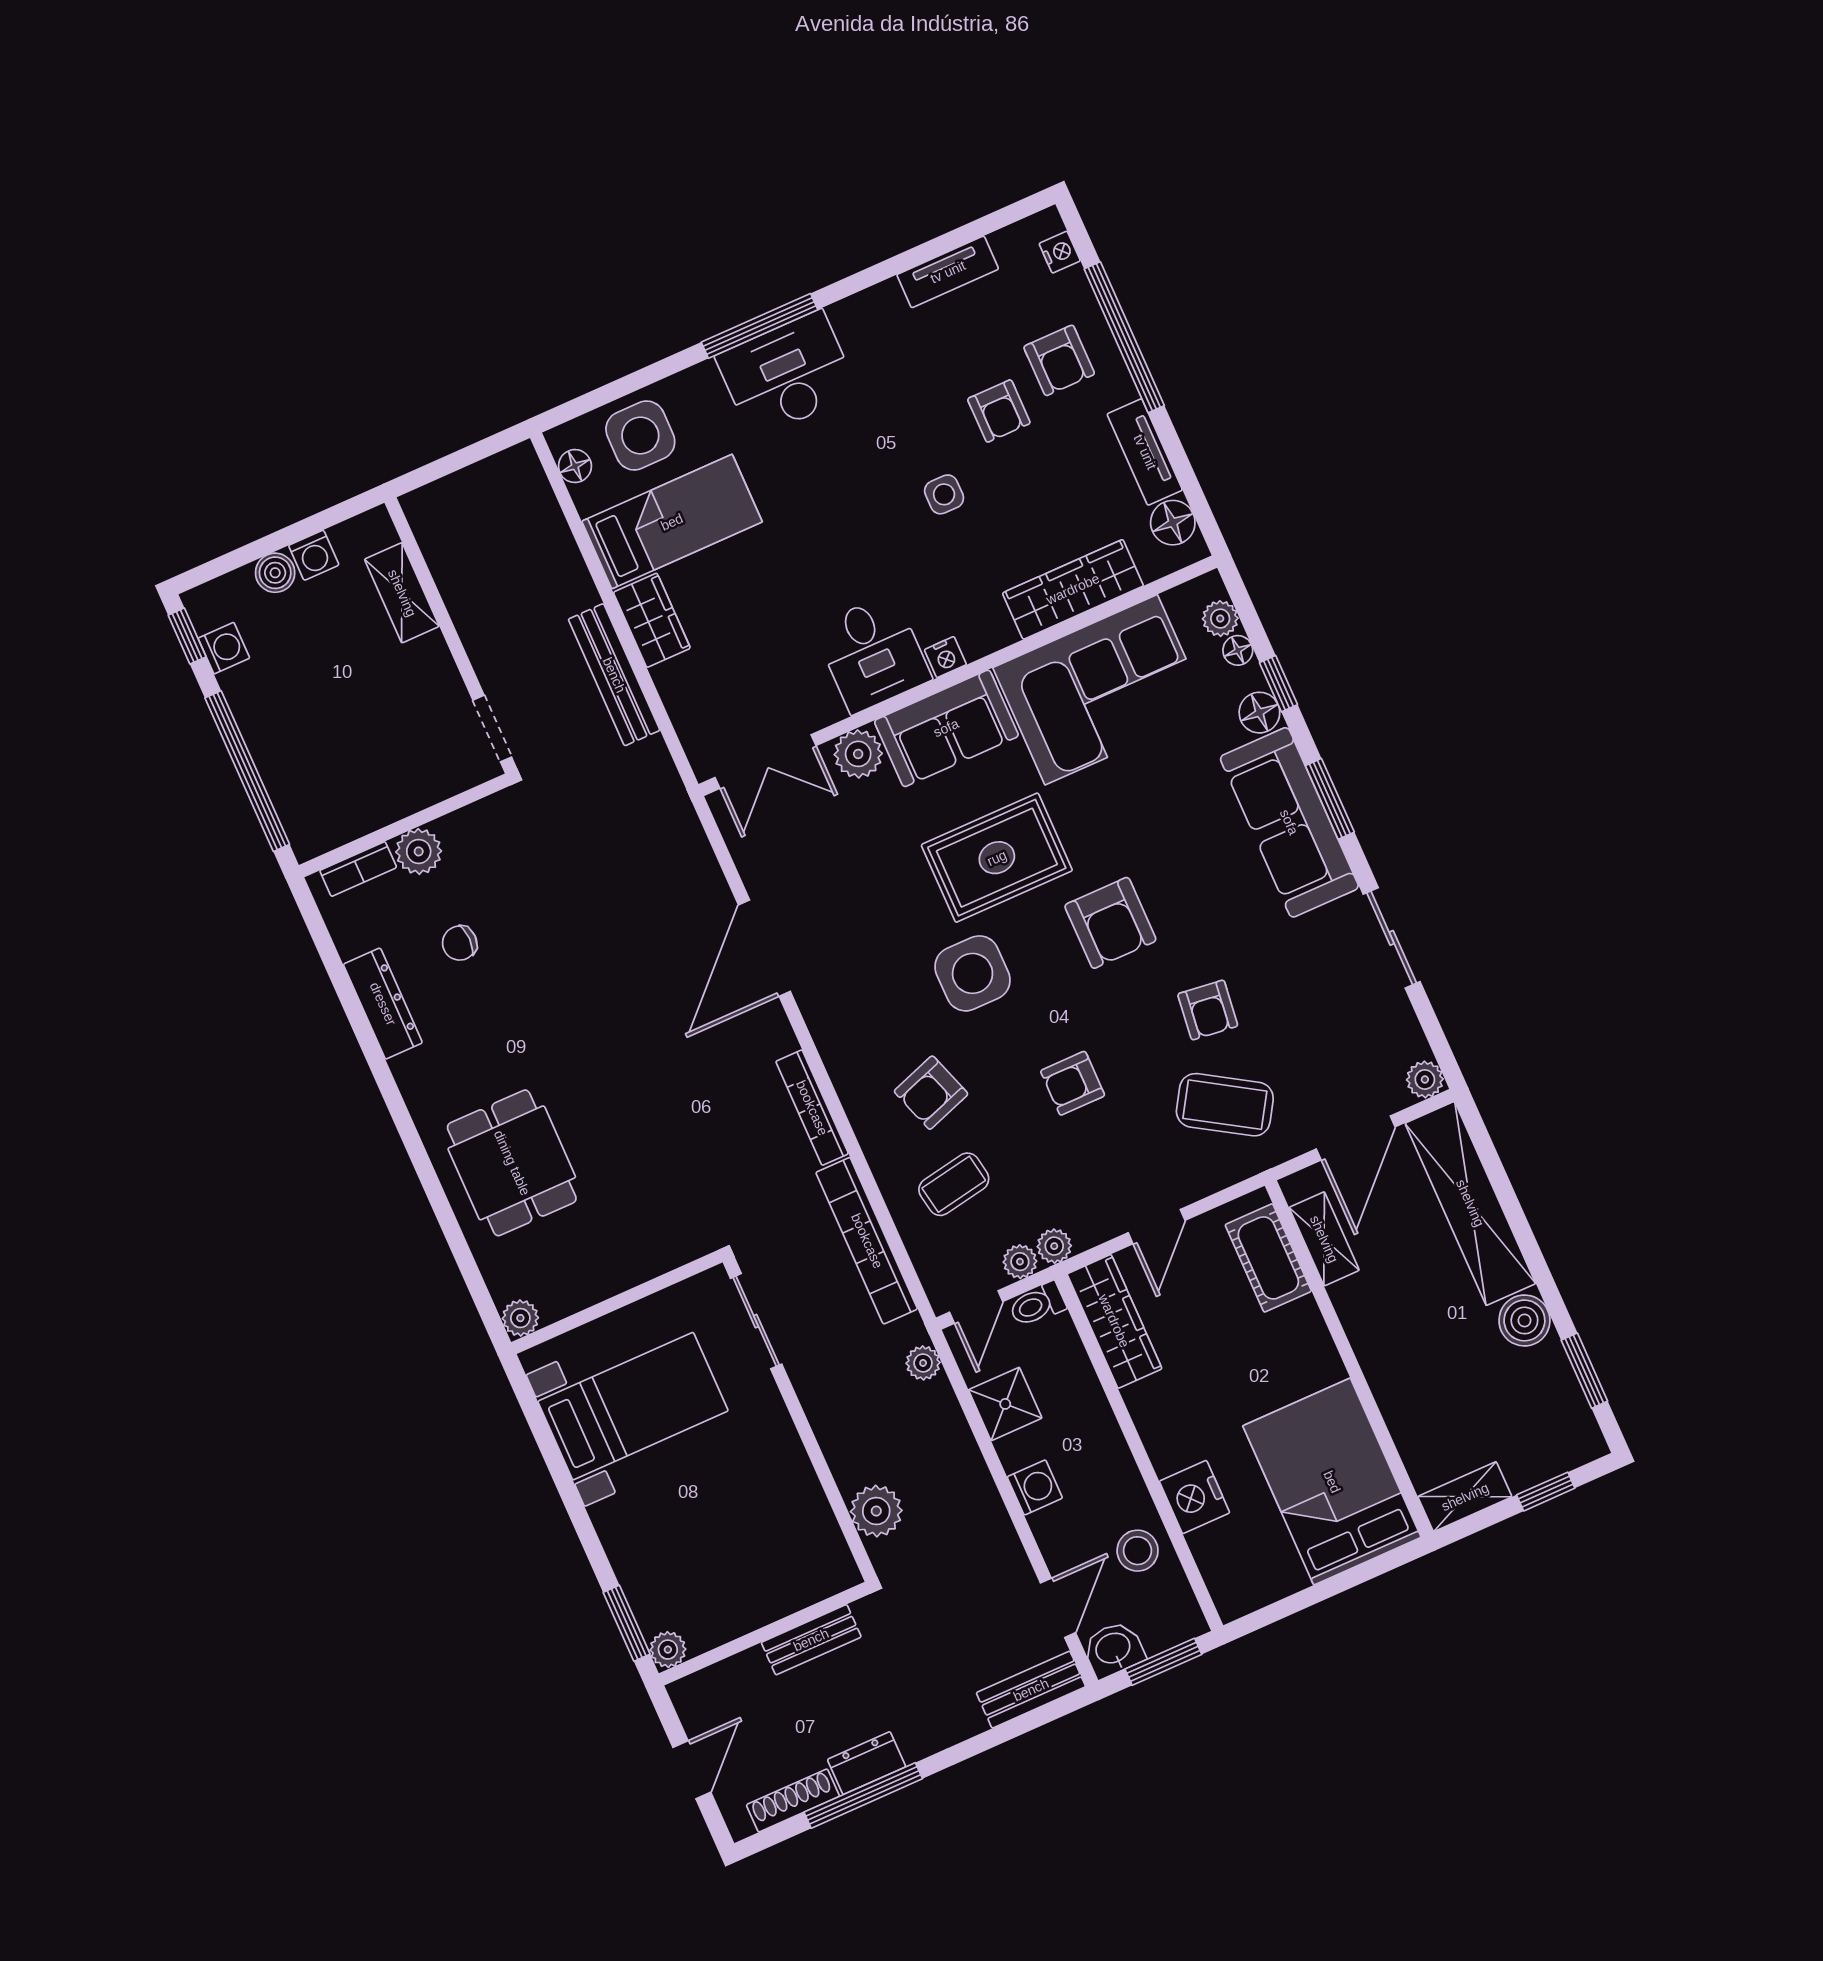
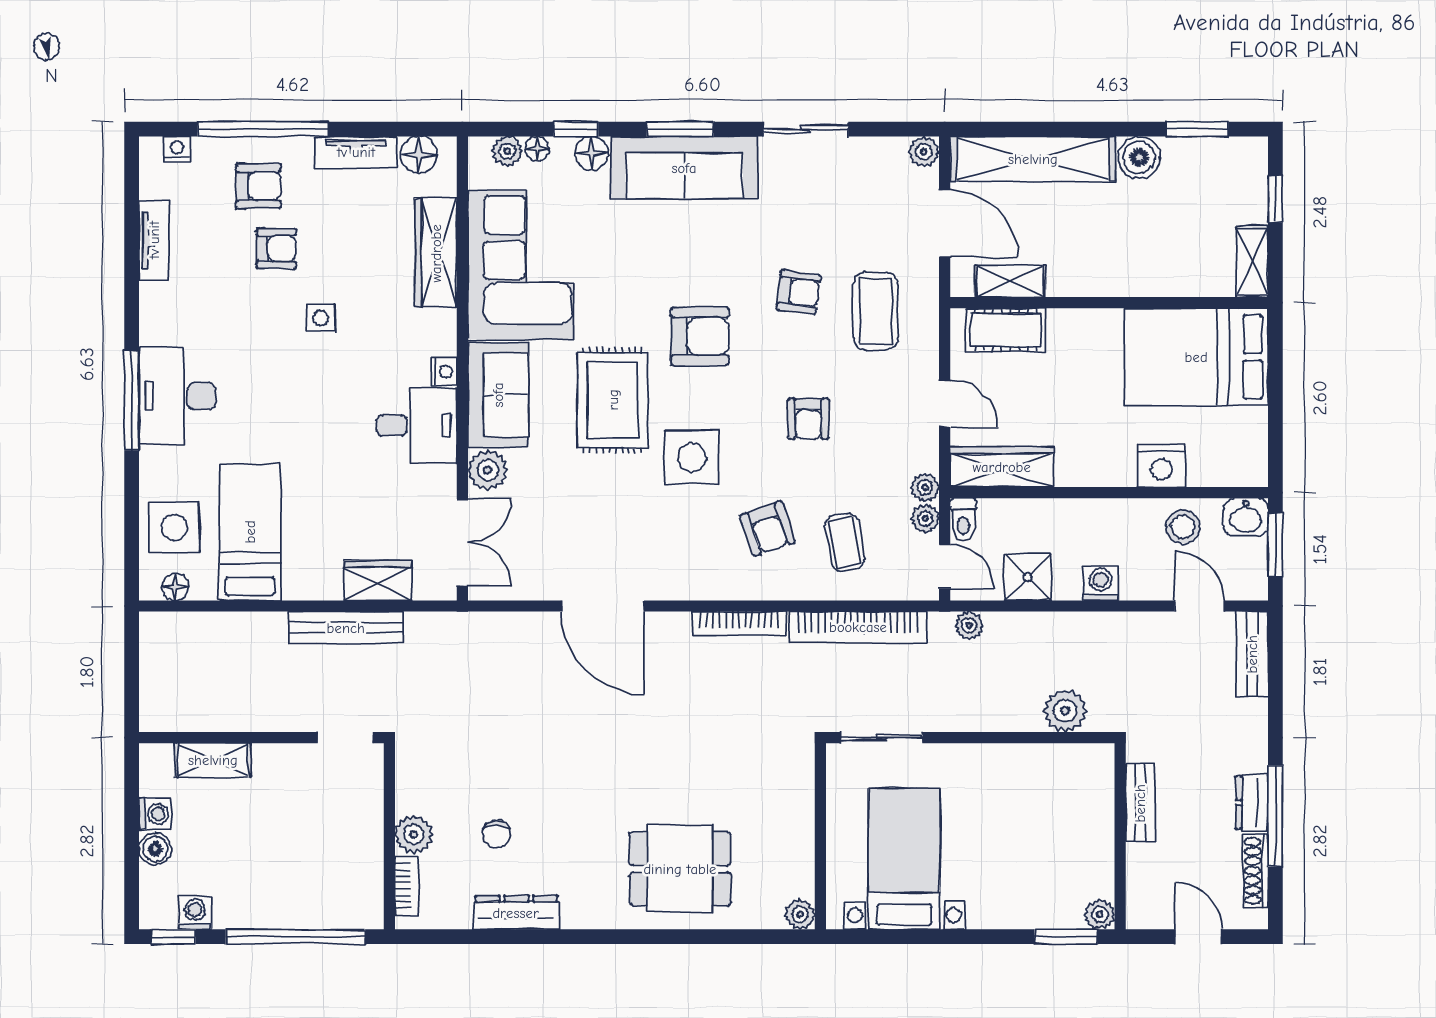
wardrobe: (652, 620) -> (378, 581), moved
coffee table: (1225, 1105) -> (876, 311), turned -32
washbasin: (1113, 1649) -> (1246, 517), moved, turned -90

